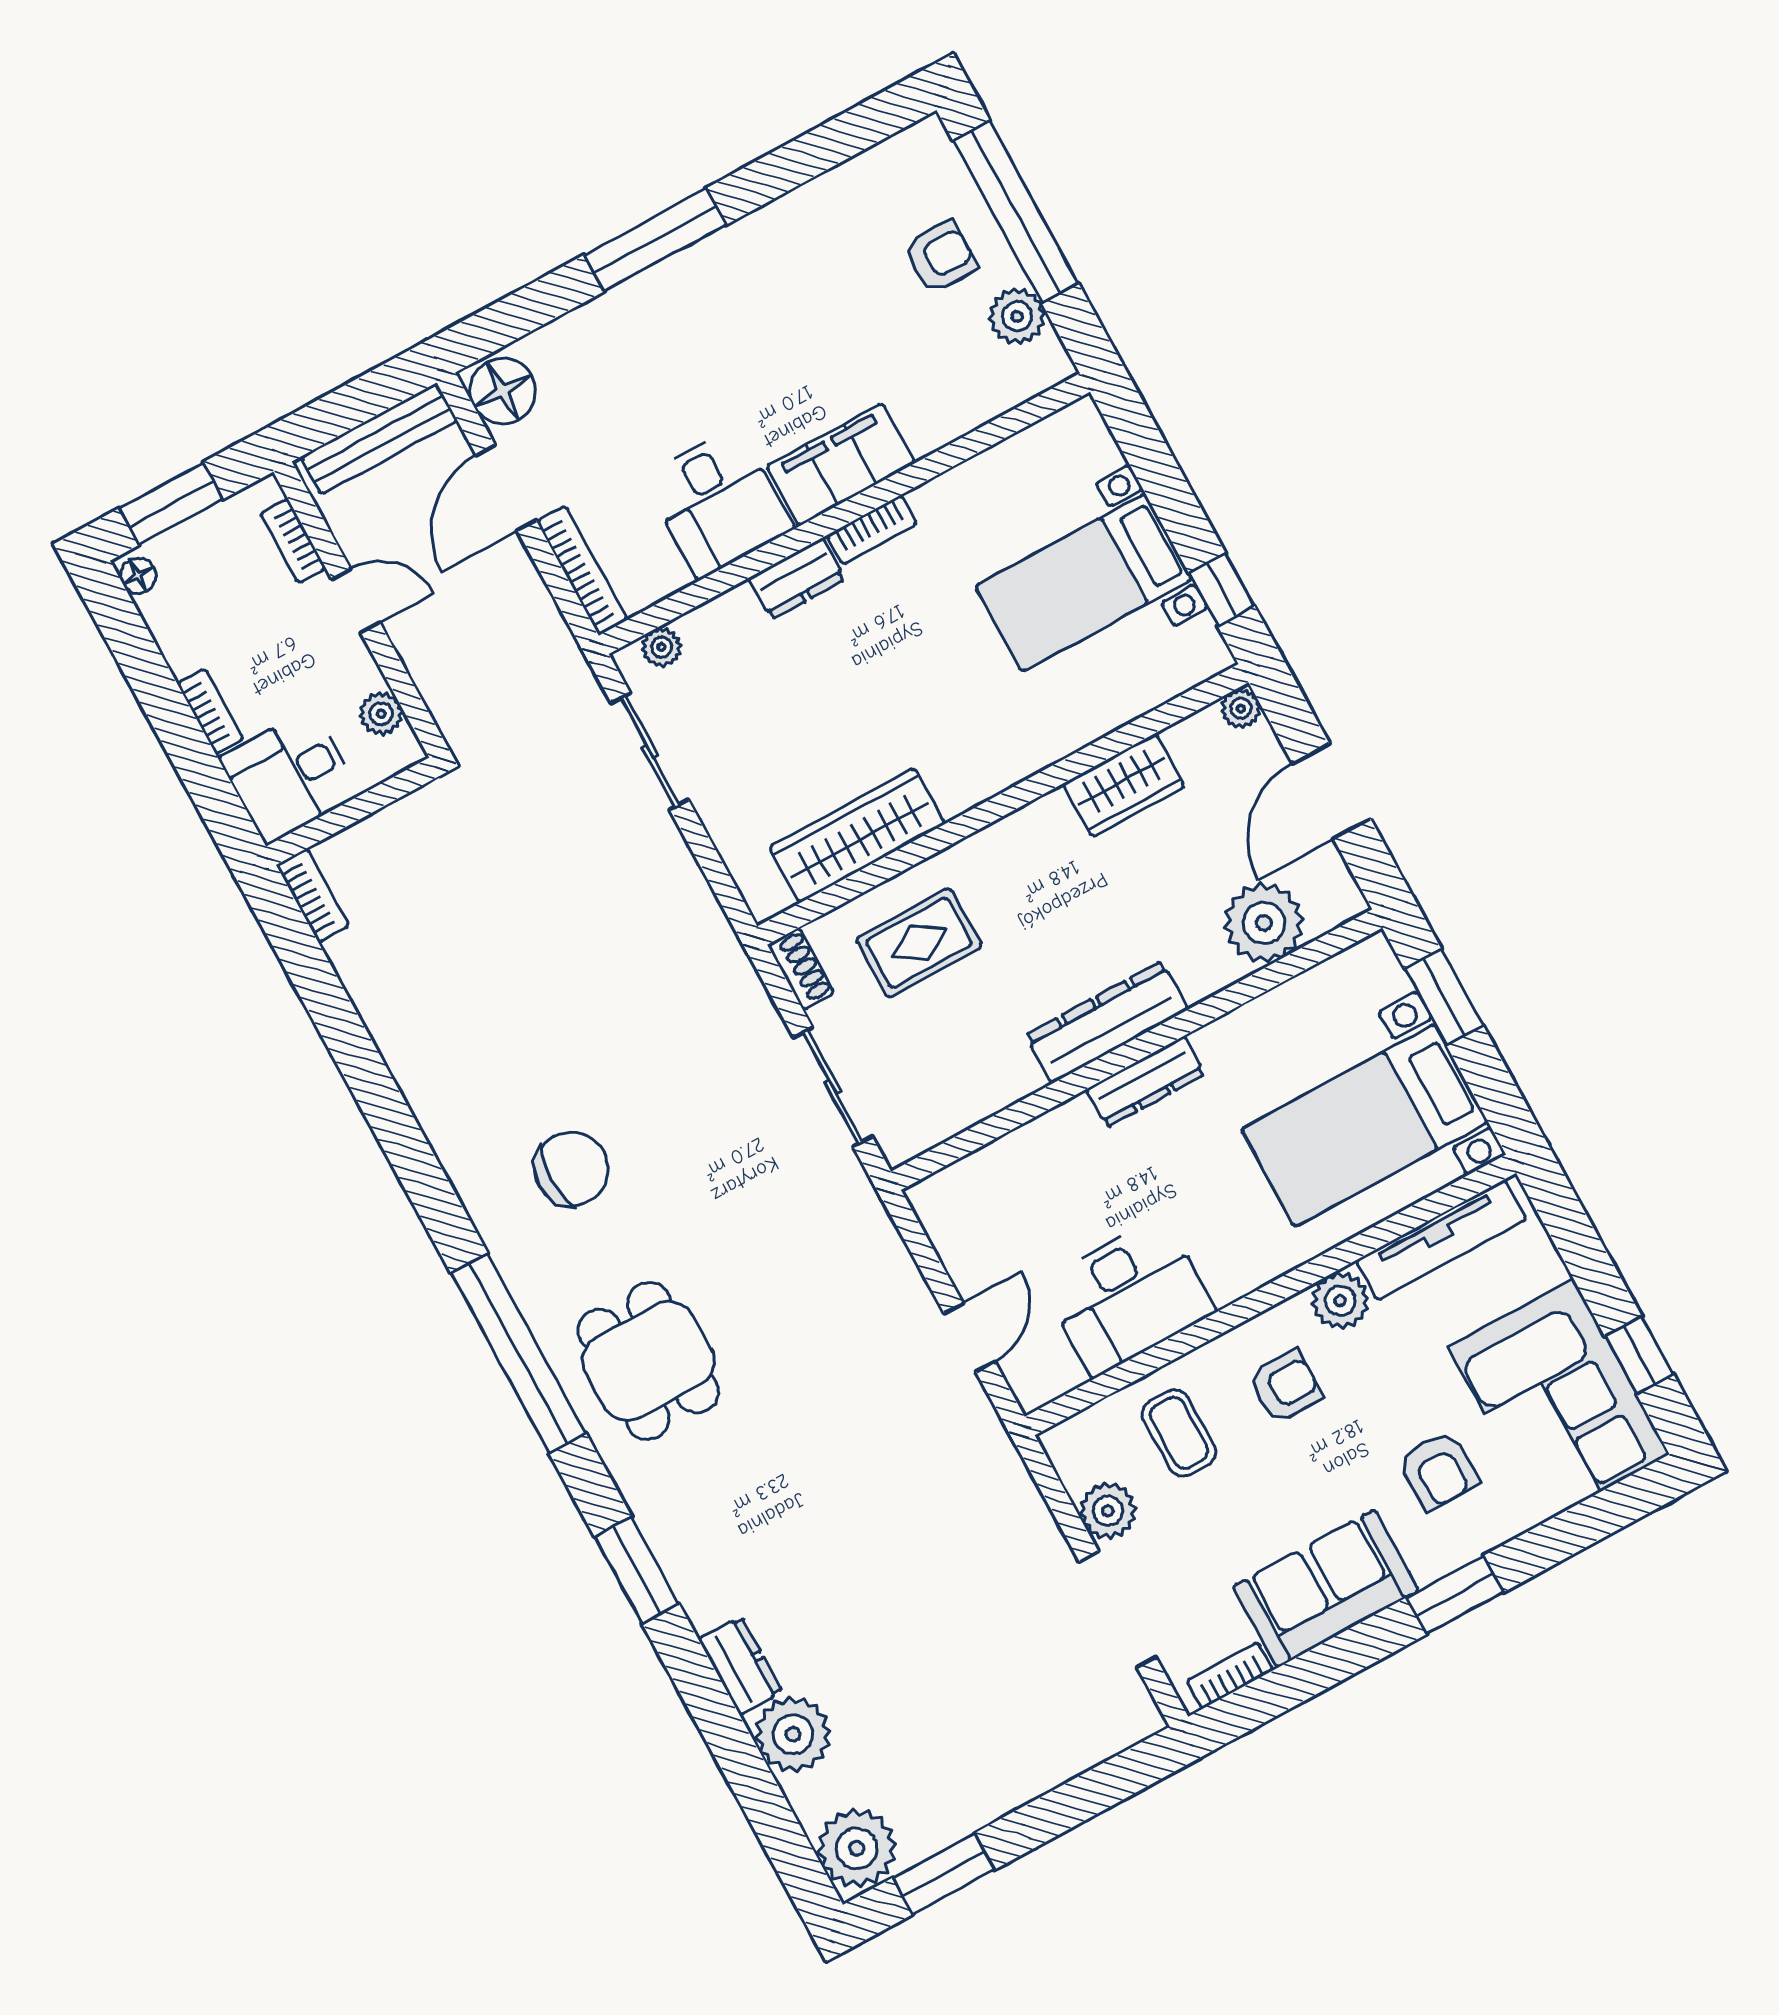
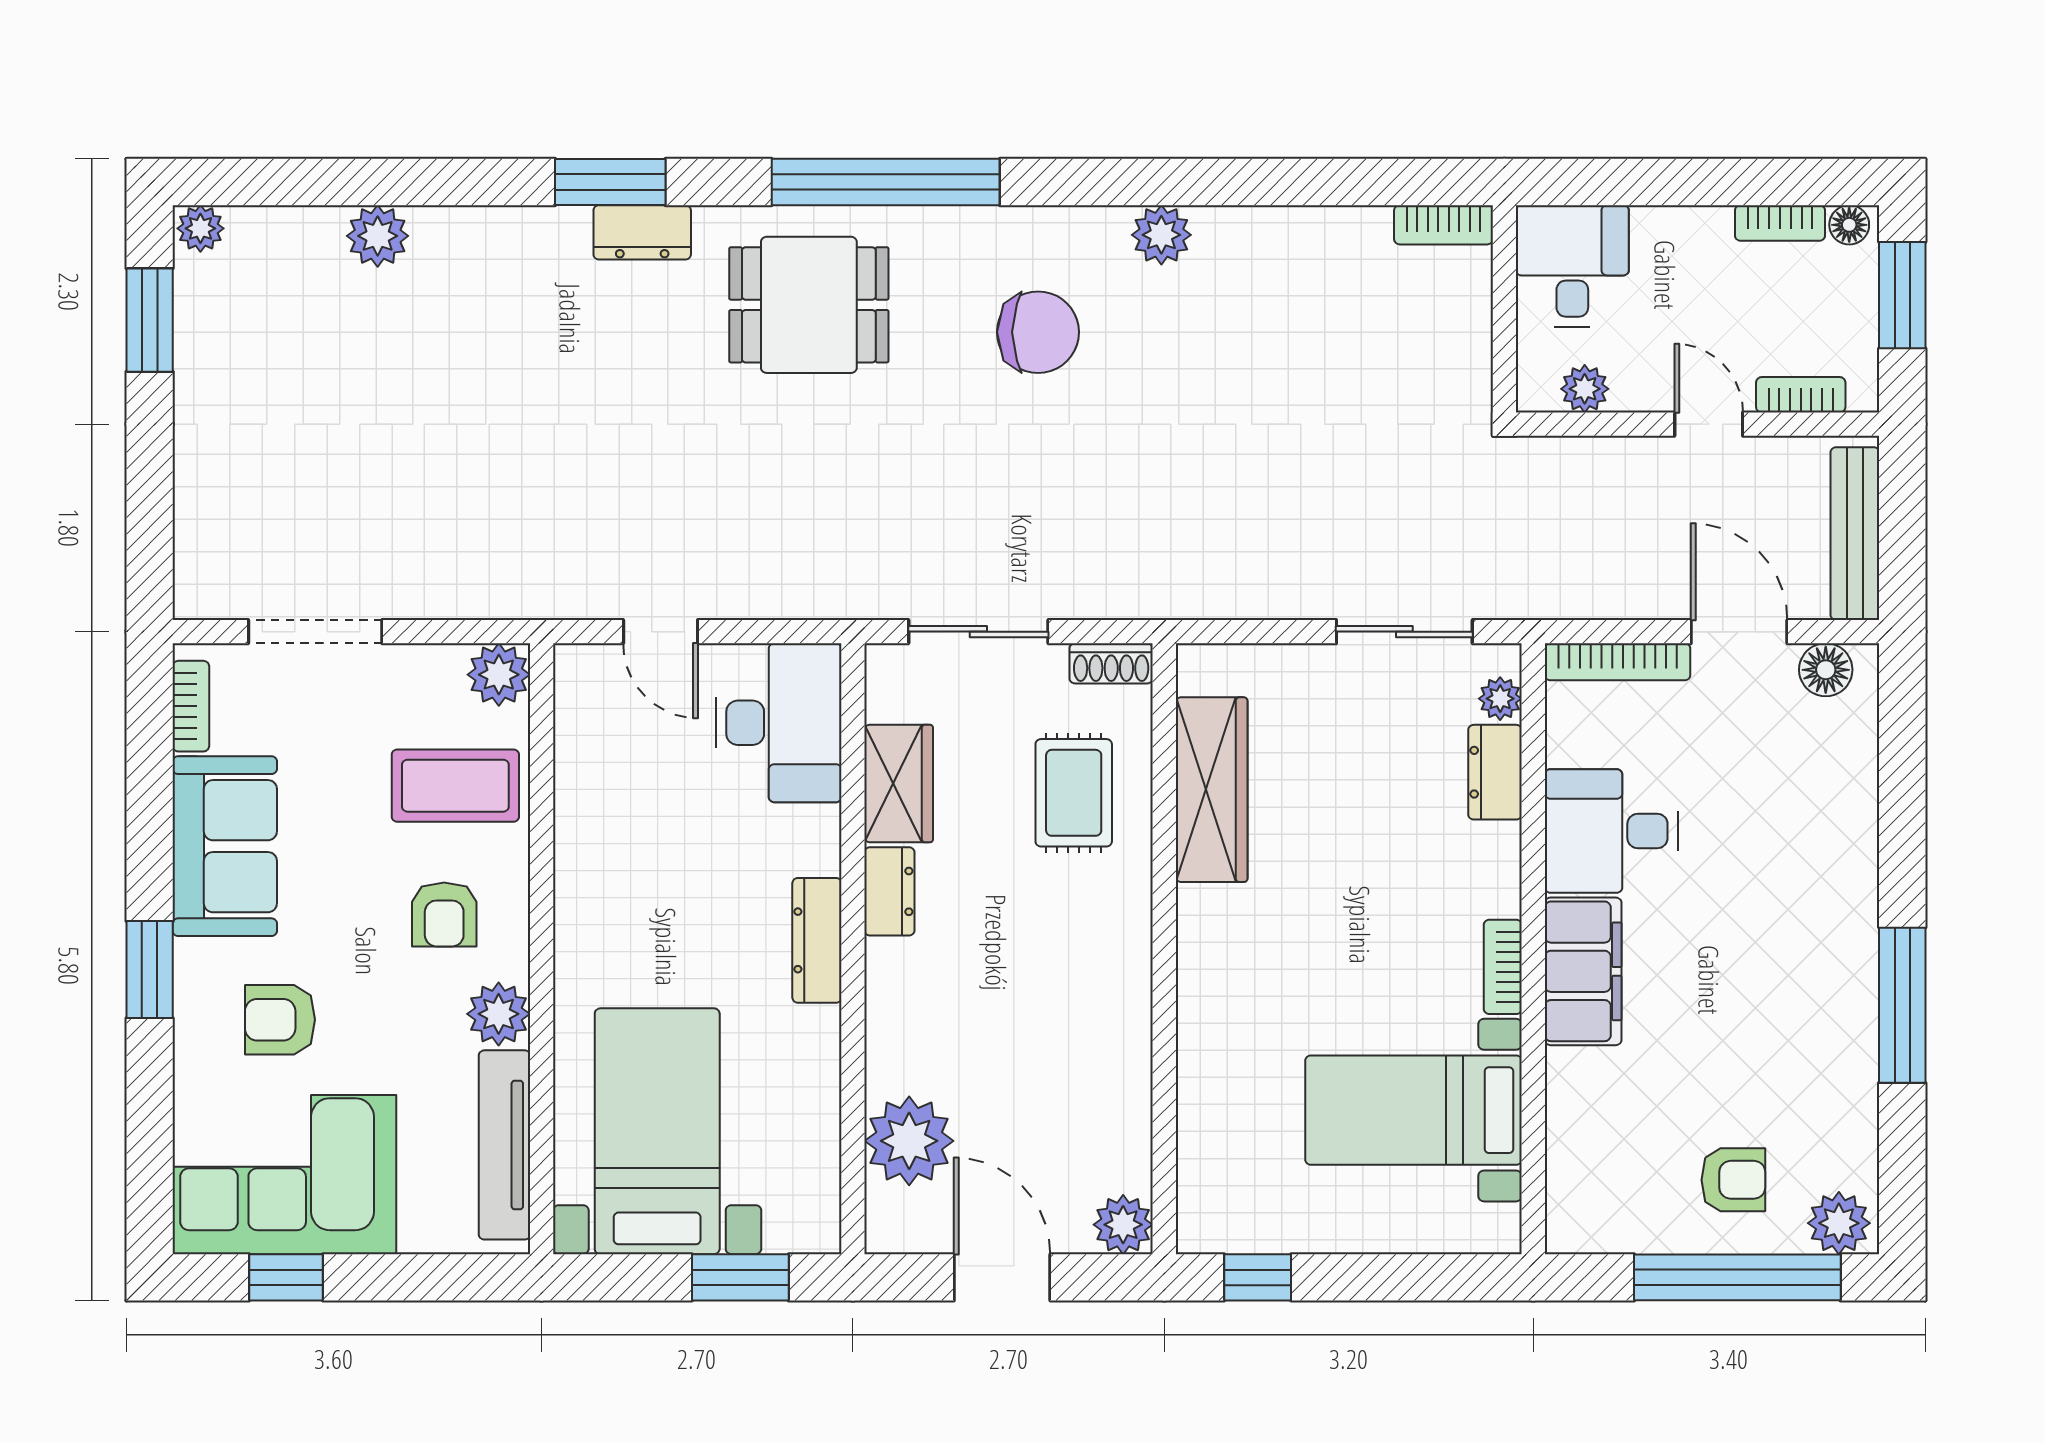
window: (655, 240) -> (1902, 1005), moved
armchair: (940, 257) -> (1733, 1180), turned -90
plant: (1017, 316) -> (1839, 1223), moved
floor lamp: (503, 391) -> (1826, 670), width x0.73, depth x0.73
dresser: (797, 579) -> (1495, 772), moved
bed with nightstands: (1084, 583) -> (1414, 1110), moved, turned -90
door: (356, 601) -> (1709, 424), swing flipped
plant: (1241, 708) -> (1123, 1225), width x1.38, depth x1.38
bookcase: (210, 711) -> (1780, 223), moved
wardrobe: (1124, 785) -> (899, 784), moved, turned 180
dresser: (1107, 1022) -> (889, 891), width x0.51, depth x0.80
plant: (442, 1113) -> (1161, 235), added
chair: (571, 1169) -> (1038, 332), turned -90
desk: (1128, 1297) -> (779, 723), moved, turned 180
coffee table: (1179, 1433) -> (455, 786), width x1.36, depth x1.30
plant: (1108, 1511) -> (499, 675), moved
dresser: (740, 1666) -> (642, 232), moved
plant: (793, 1734) -> (378, 236), width x0.73, depth x0.73
plant: (857, 1848) -> (200, 228), width x0.53, depth x0.53

